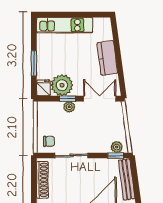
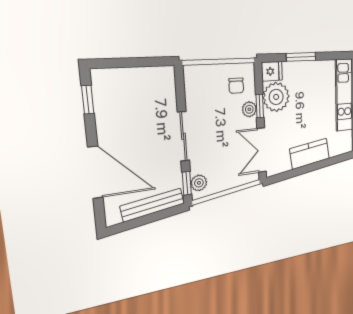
double door: (100, 99) -> (262, 150), swing flipped
chair: (49, 141) -> (236, 86), moved
sliding door: (72, 156) -> (183, 136), moved
shoe rack: (42, 180) -> (141, 76), removed

